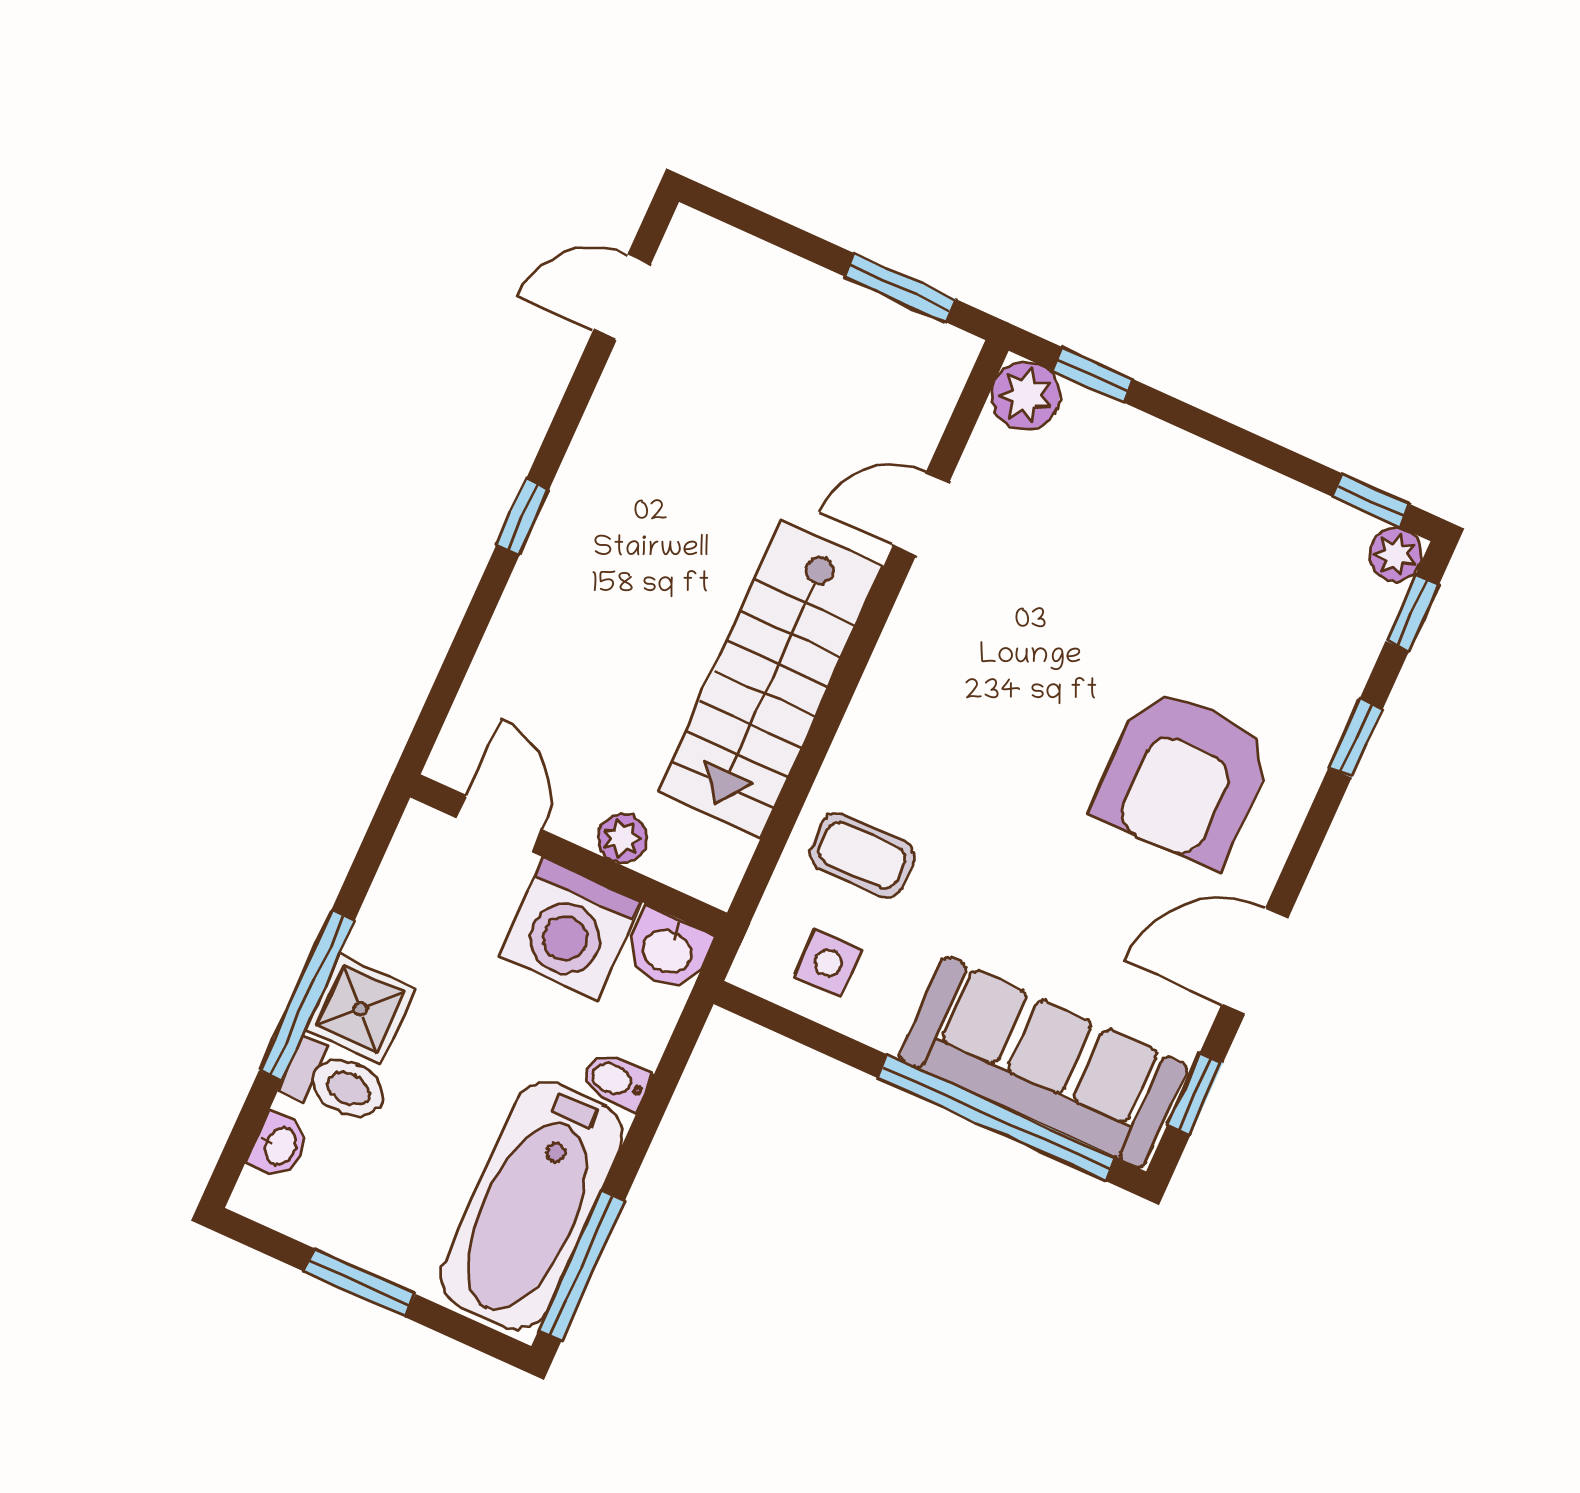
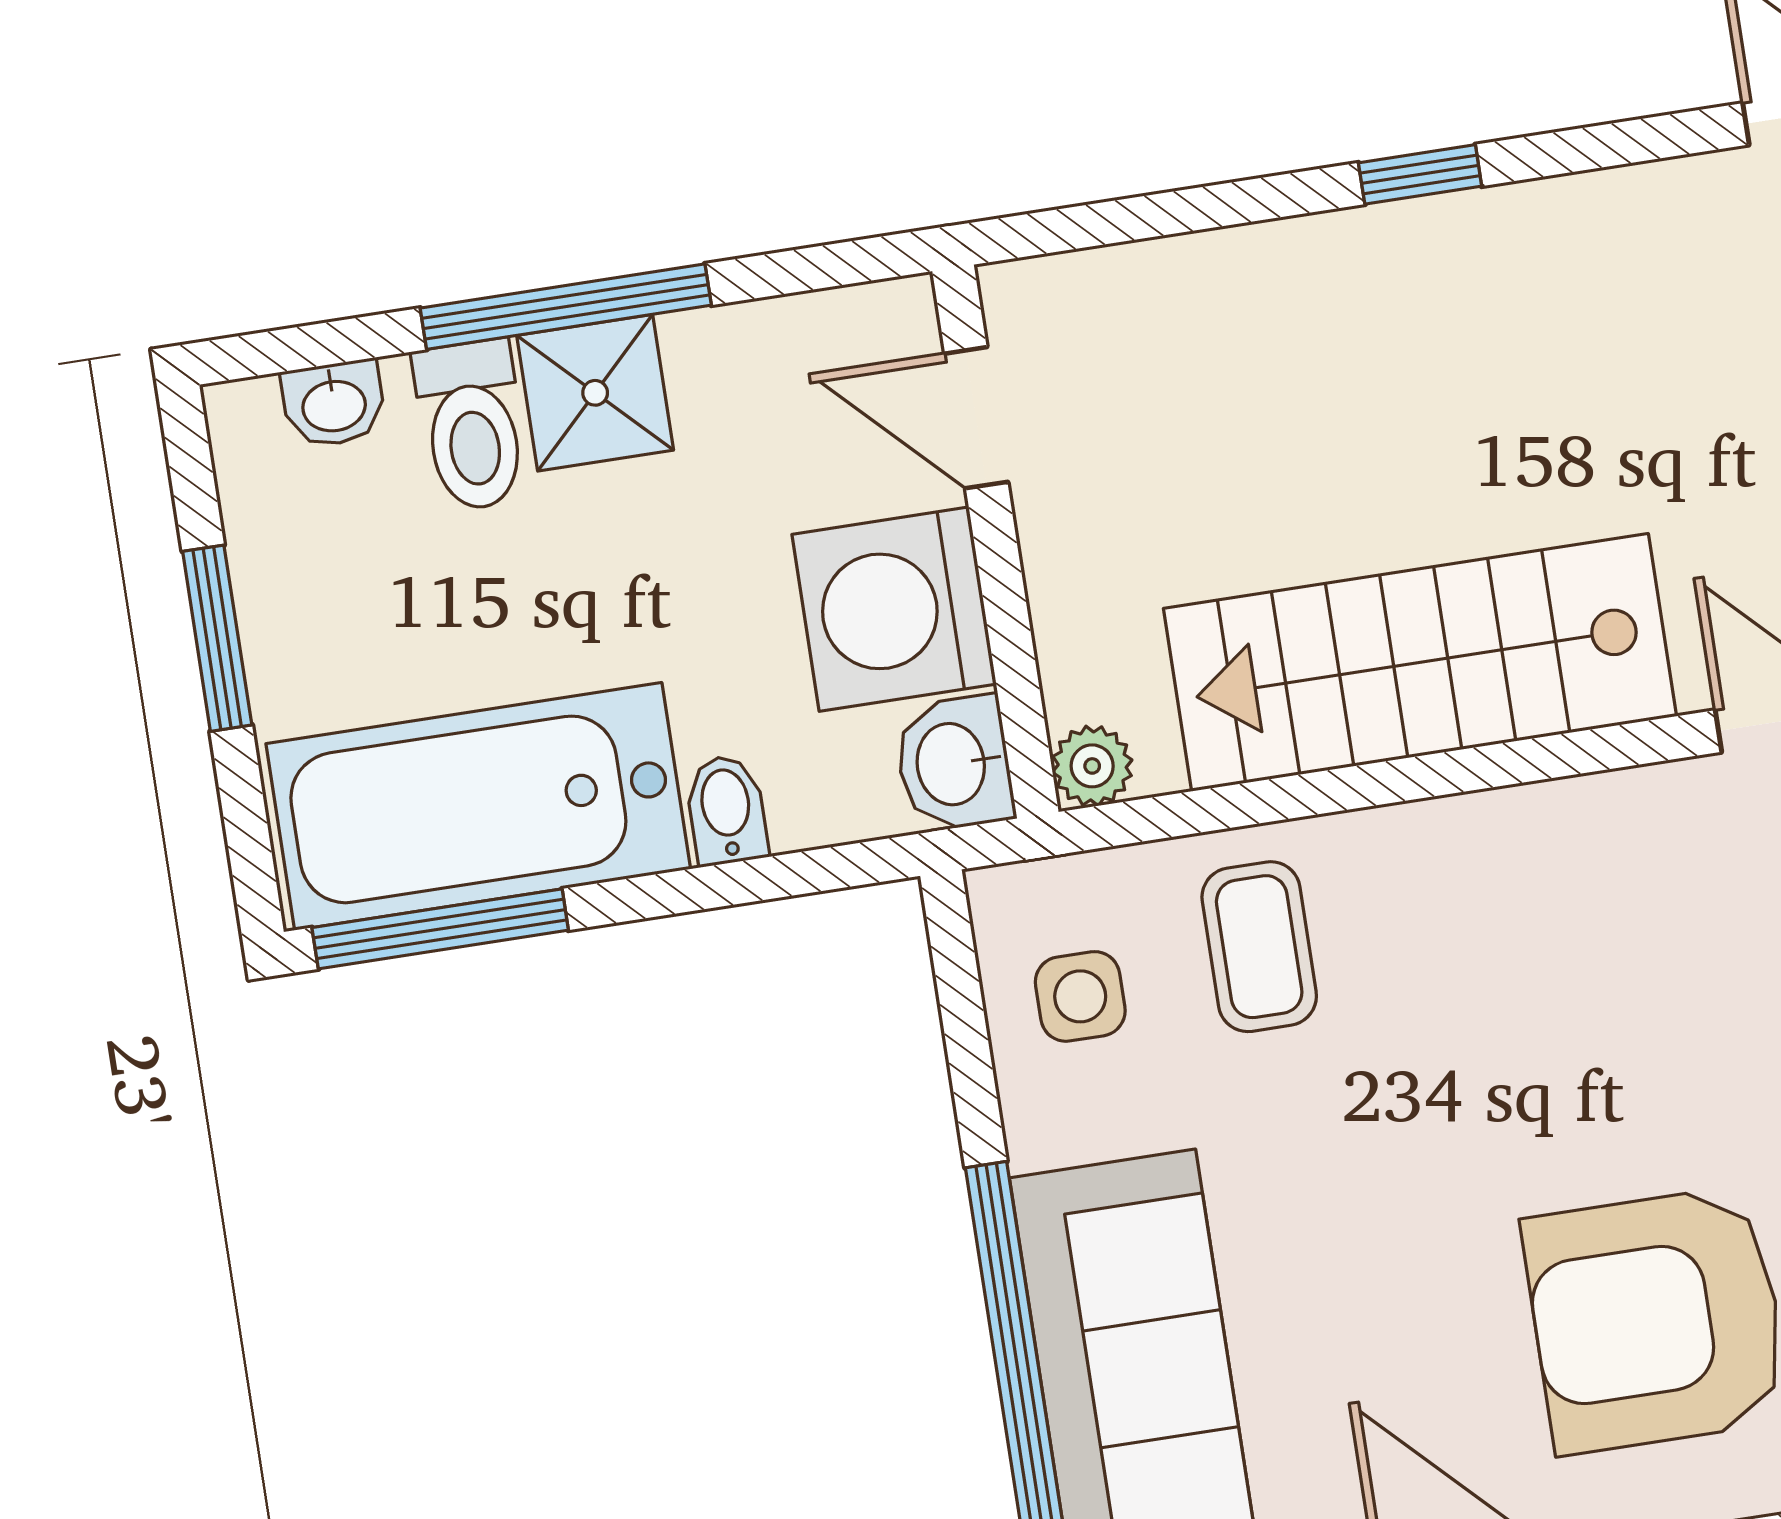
door: (499, 824) -> (976, 418), swing flipped
plant: (622, 838) -> (1092, 766), moved

